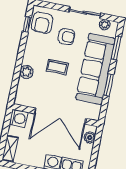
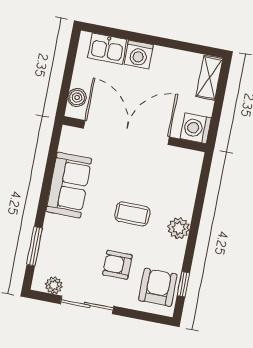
sofa: (96, 69) -> (69, 185), width x0.54, depth x0.79
plant: (27, 72) -> (179, 228), moved
window: (109, 85) -> (46, 185), removed

